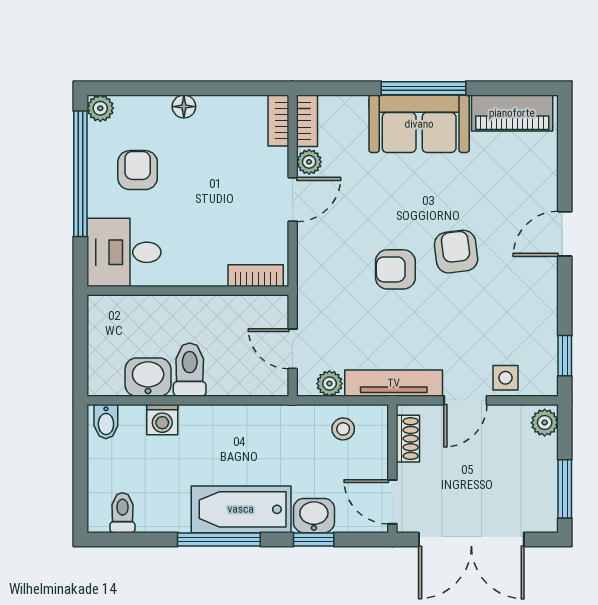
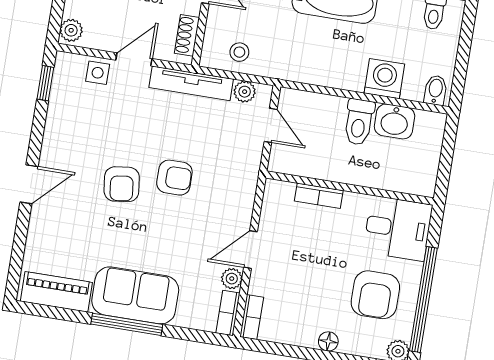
armchair: (138, 170) -> (375, 295), width x1.38, depth x1.38
bookcase: (256, 276) -> (319, 196), moved
washing machine: (162, 420) -> (384, 79), width x1.38, depth x1.38

